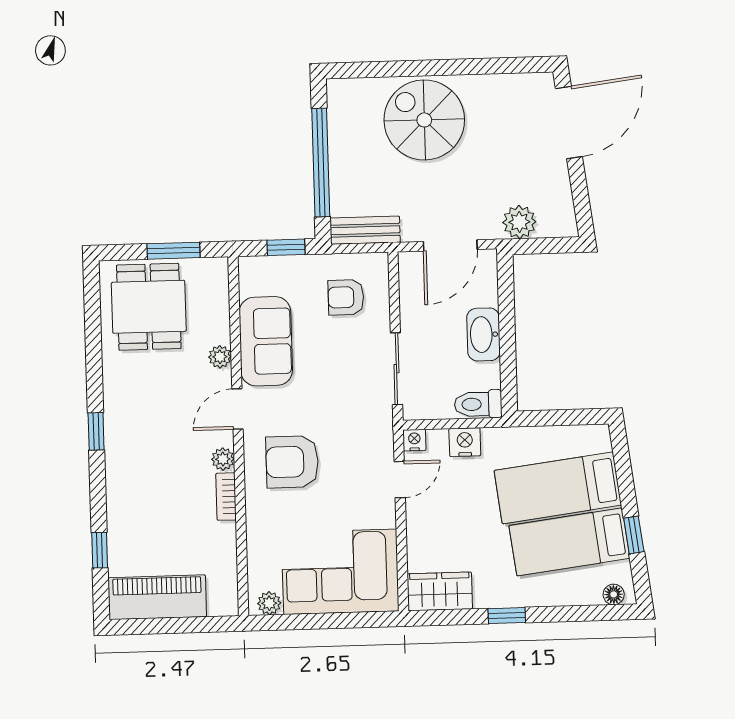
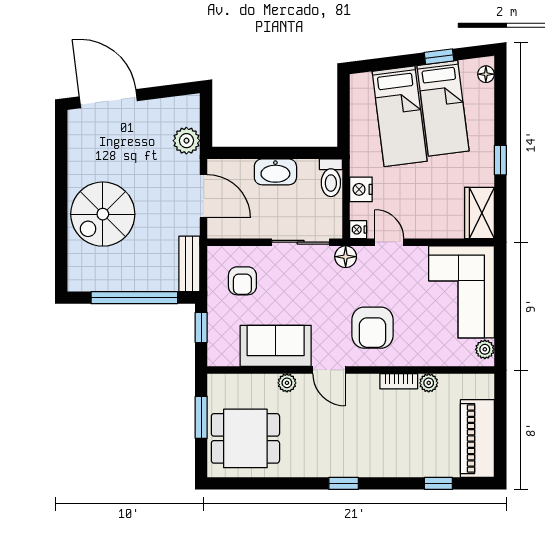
floor lamp: (380, 426) -> (346, 257), added
plant: (223, 459) -> (429, 383), moved

